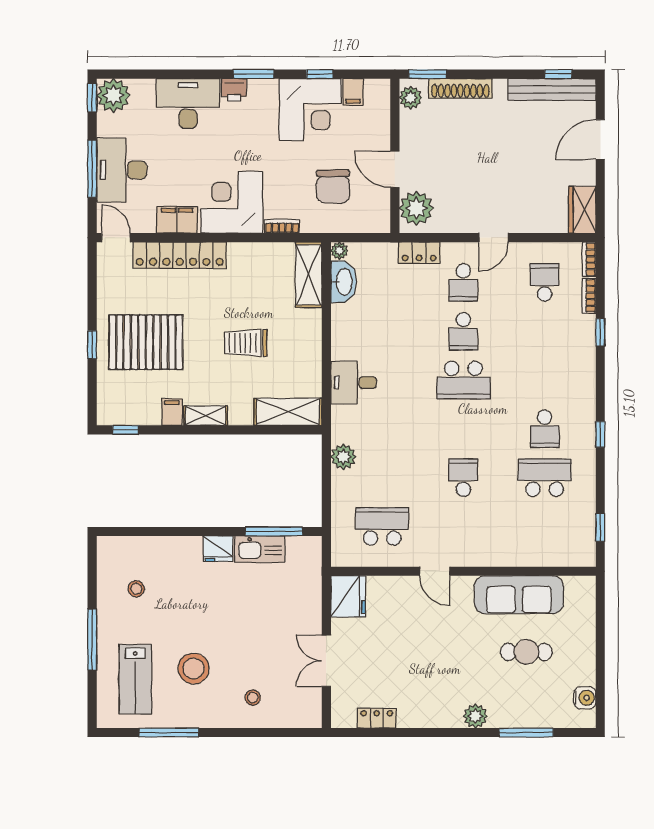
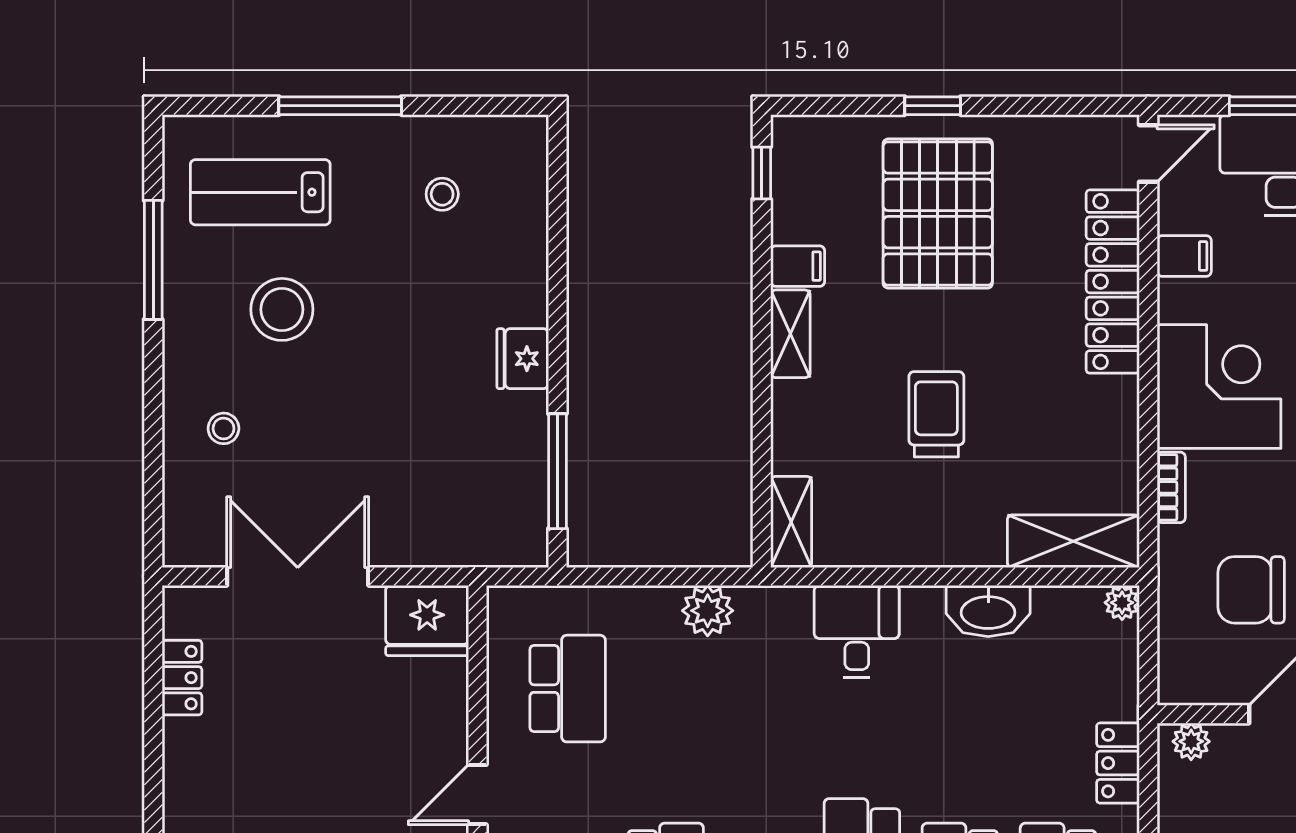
plant: (416, 208) -> (1191, 741), width x0.53, depth x0.53
filing cabinet: (177, 220) -> (1184, 256), width x0.50
washbasin: (344, 282) -> (988, 611), moved
shelving: (288, 412) -> (791, 522), width x0.67, depth x0.75
kitchen sink: (260, 549) -> (522, 442), removed
double door: (326, 661) -> (298, 576), width x1.37

